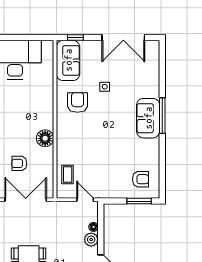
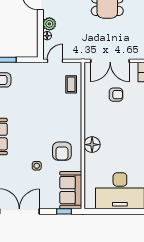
floor lamp: (45, 138) -> (92, 145), moved
door: (85, 200) -> (55, 61), swing flipped

